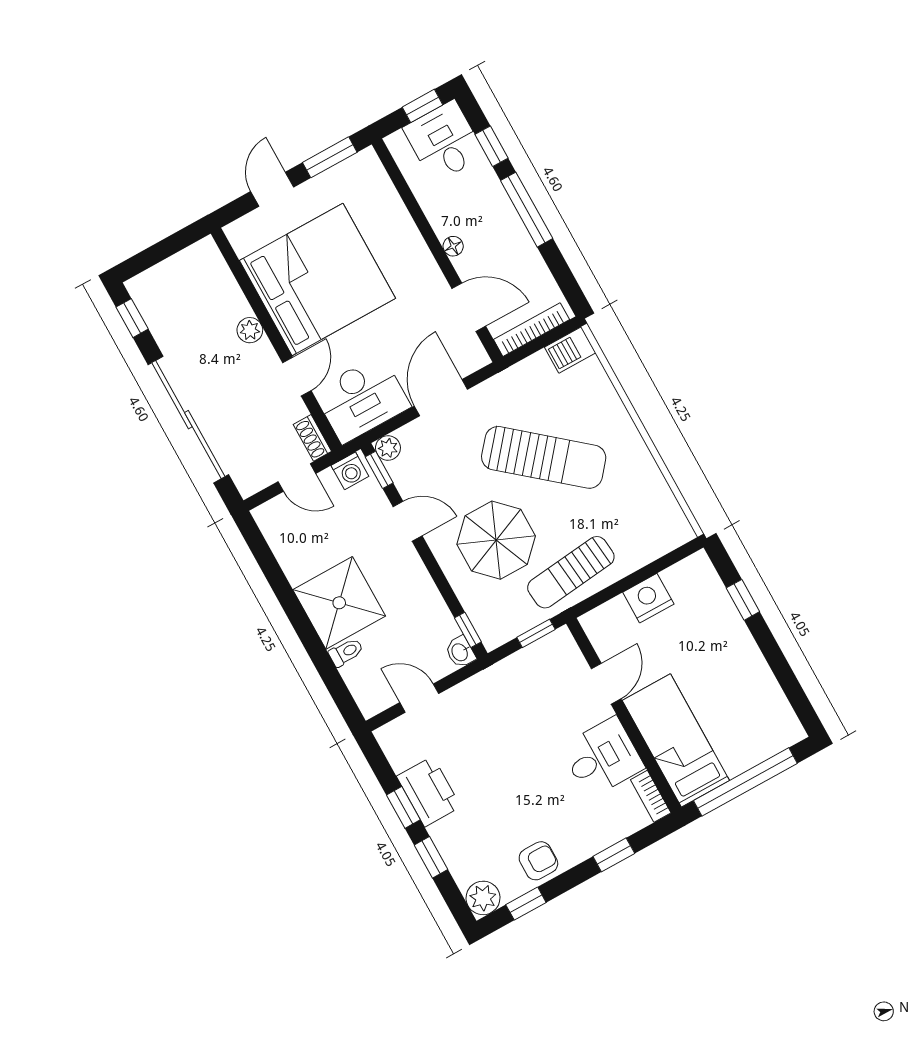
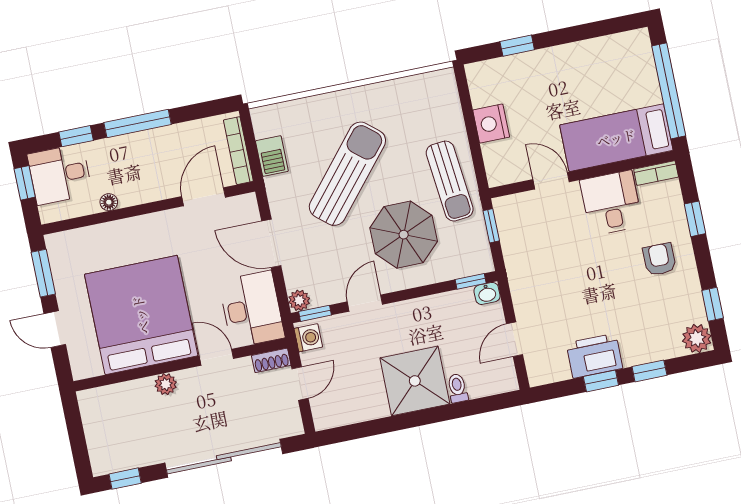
floor lamp: (453, 246) -> (109, 202), moved
barbecue: (570, 350) -> (272, 156), moved
armchair: (538, 861) -> (659, 259), moved

